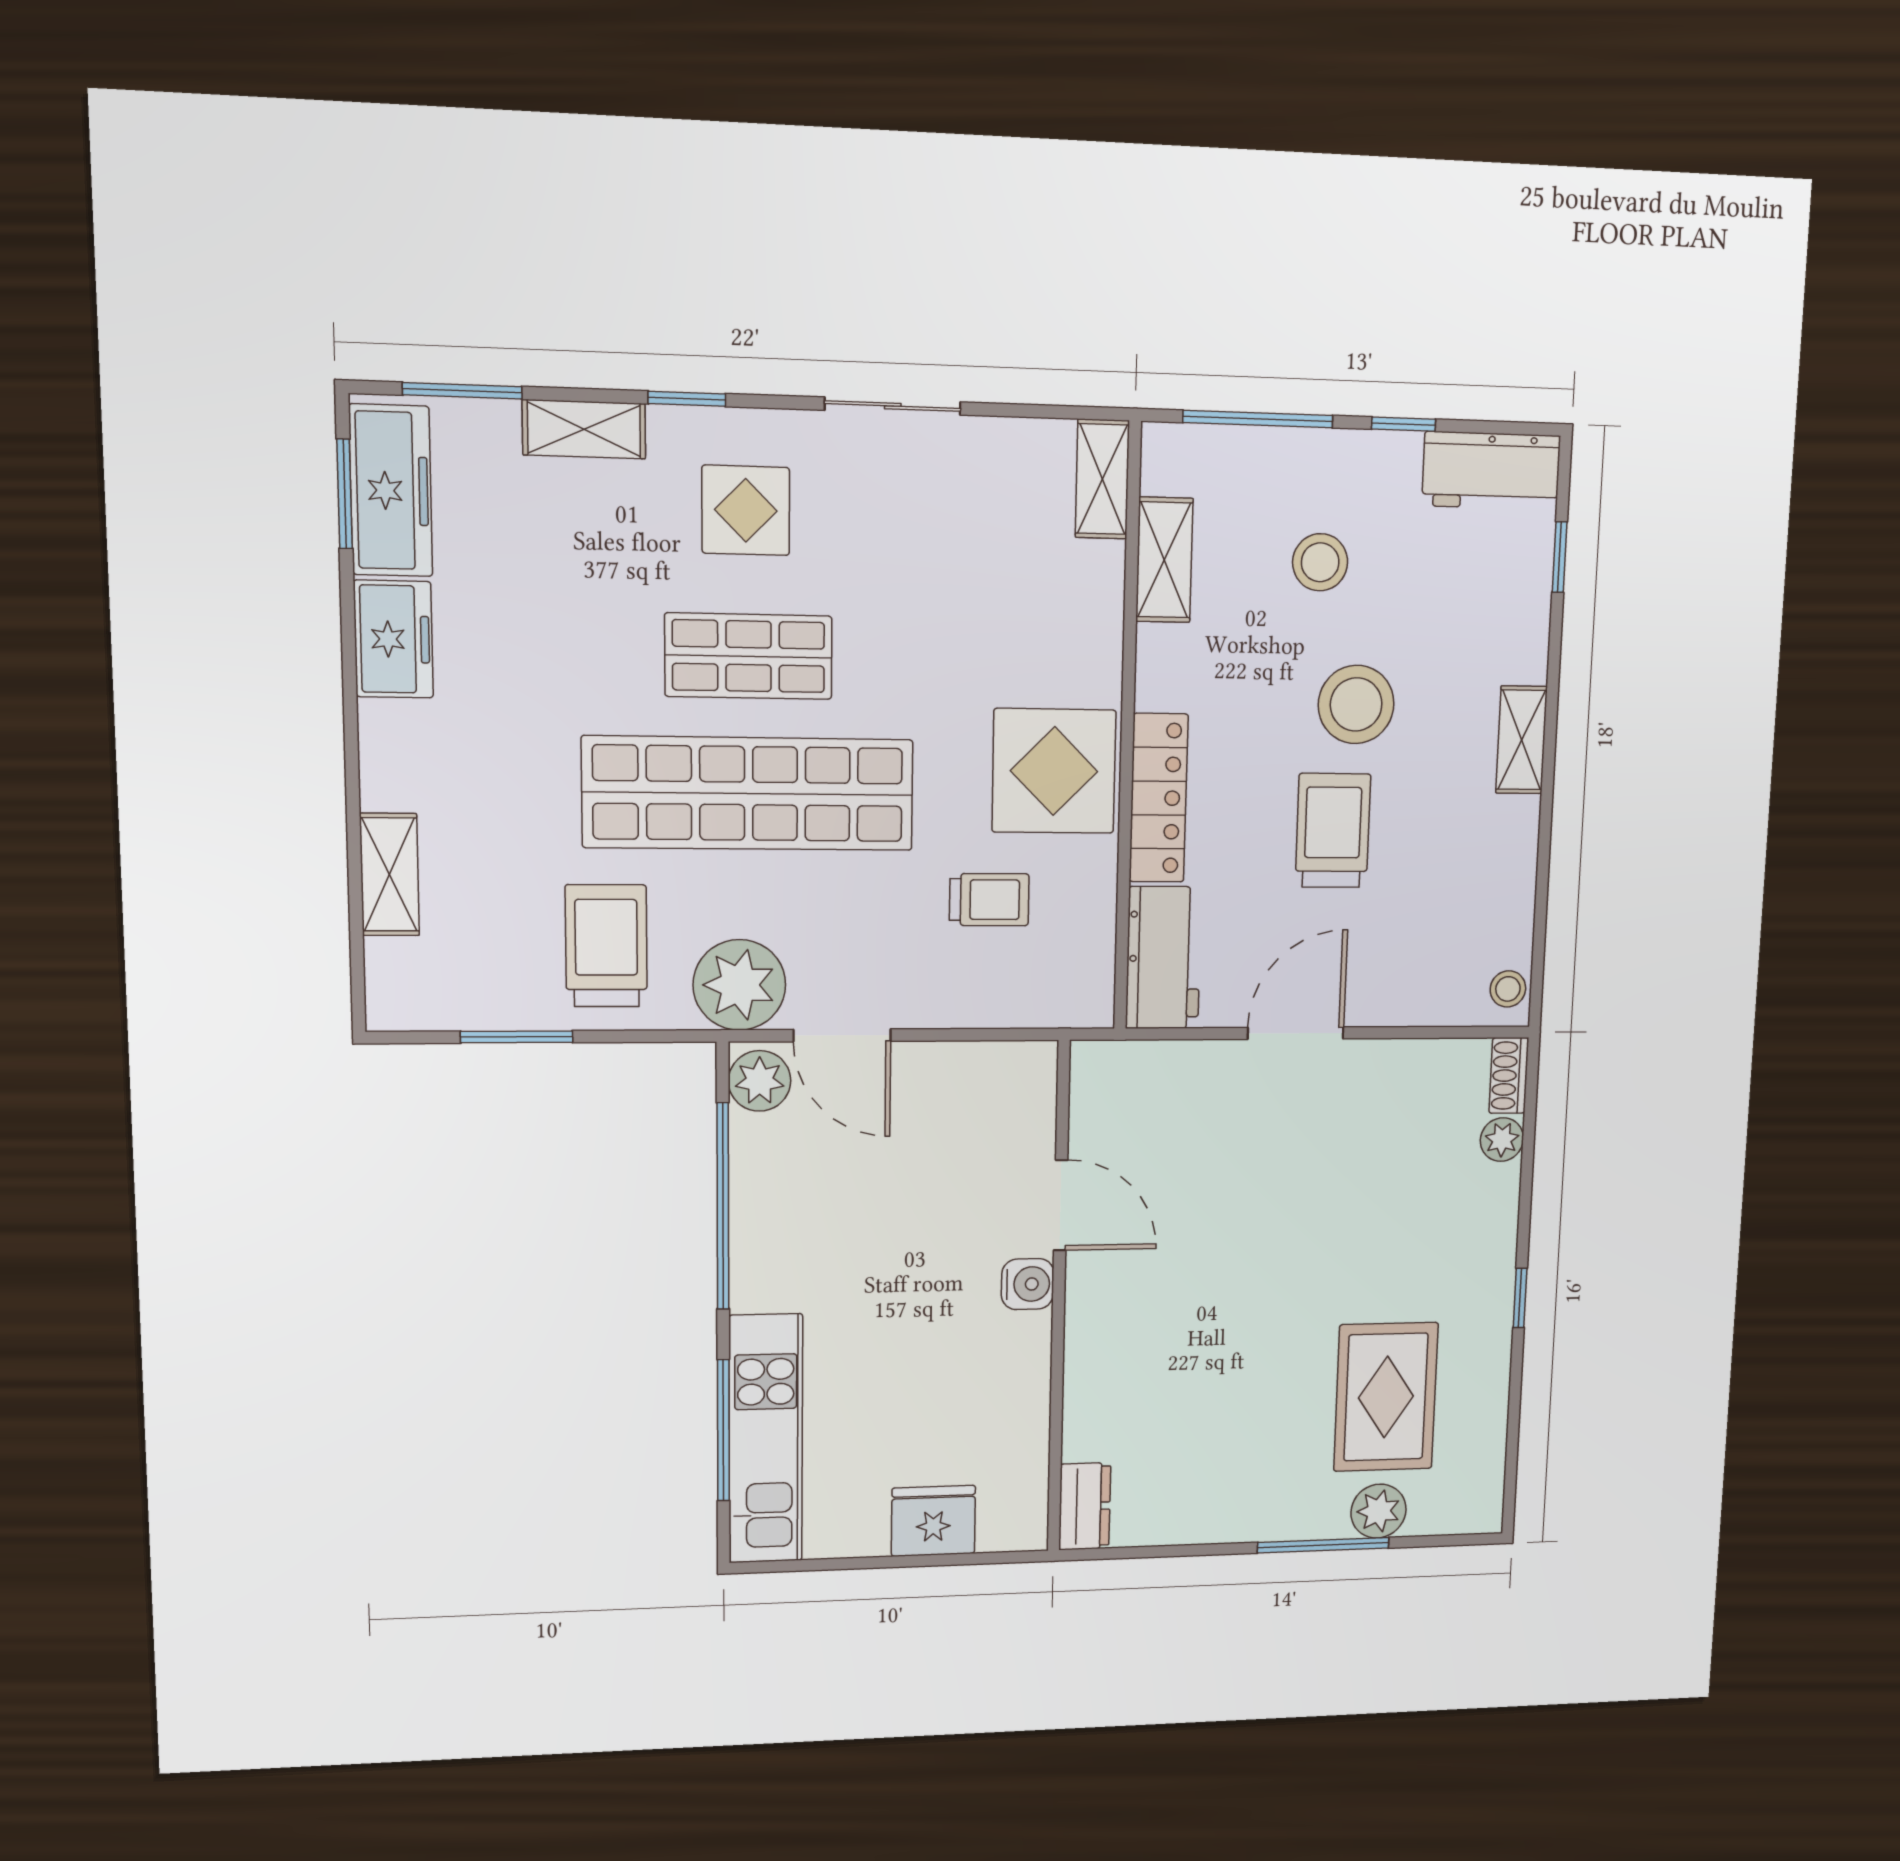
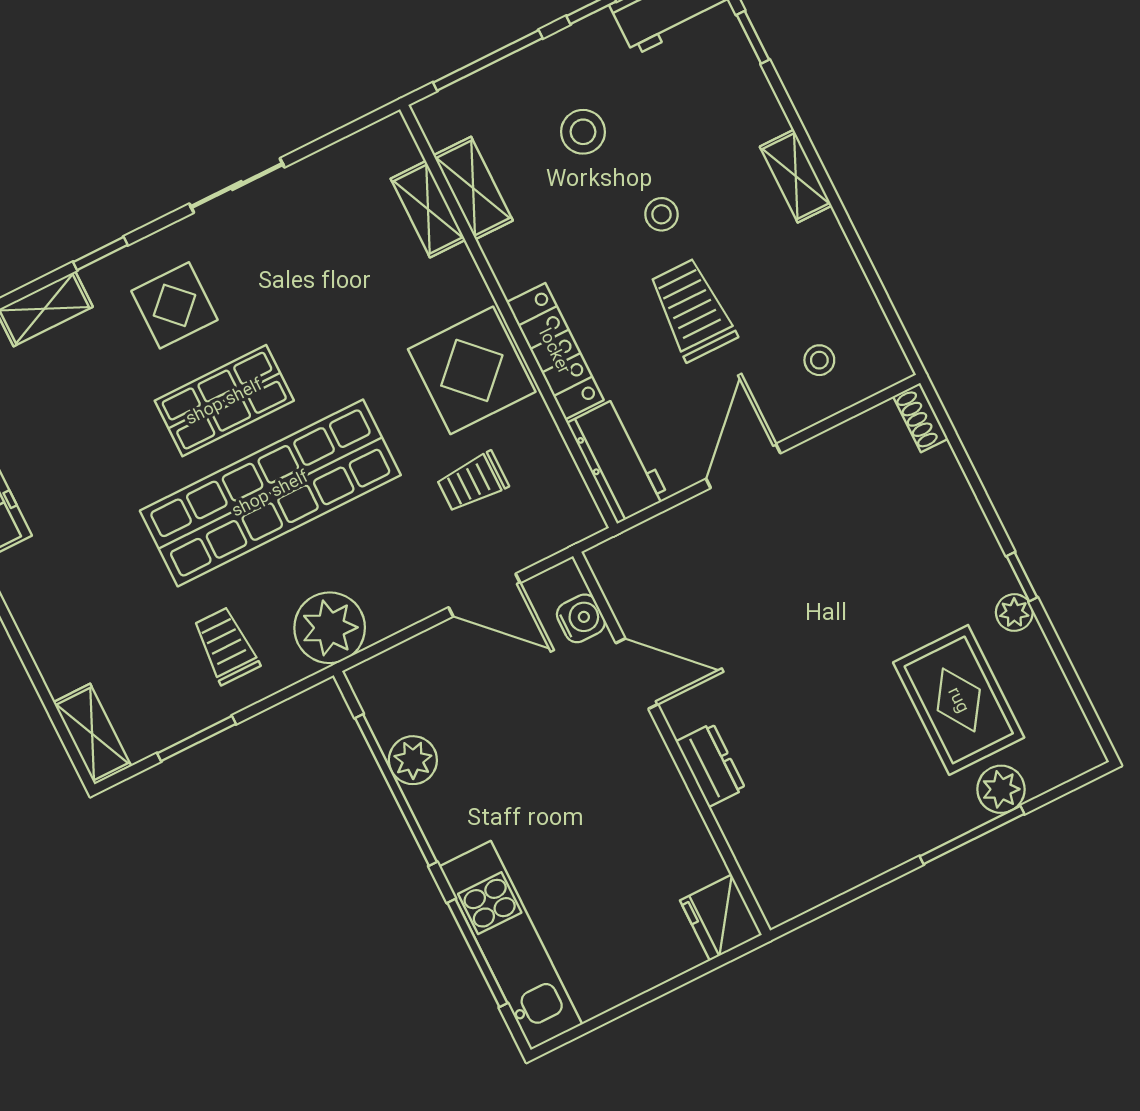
shelving: (1102, 479) -> (428, 209), moved
stool: (1356, 704) -> (662, 214), width x0.53, depth x0.53
shelving: (389, 875) -> (92, 734), moved
trolley: (989, 900) -> (473, 482), turned 180
trolley: (606, 946) -> (226, 646), width x0.73, depth x0.72
stool: (1508, 989) -> (819, 360), moved
door: (842, 1035) -> (484, 595), moved
plant: (760, 1081) -> (413, 760), moved
plant: (1502, 1140) -> (1014, 612), moved
water cooler: (1028, 1284) -> (581, 618), moved
dresser: (1085, 1506) -> (711, 765), moved
fridge: (933, 1521) -> (721, 918), moved, turned -90

